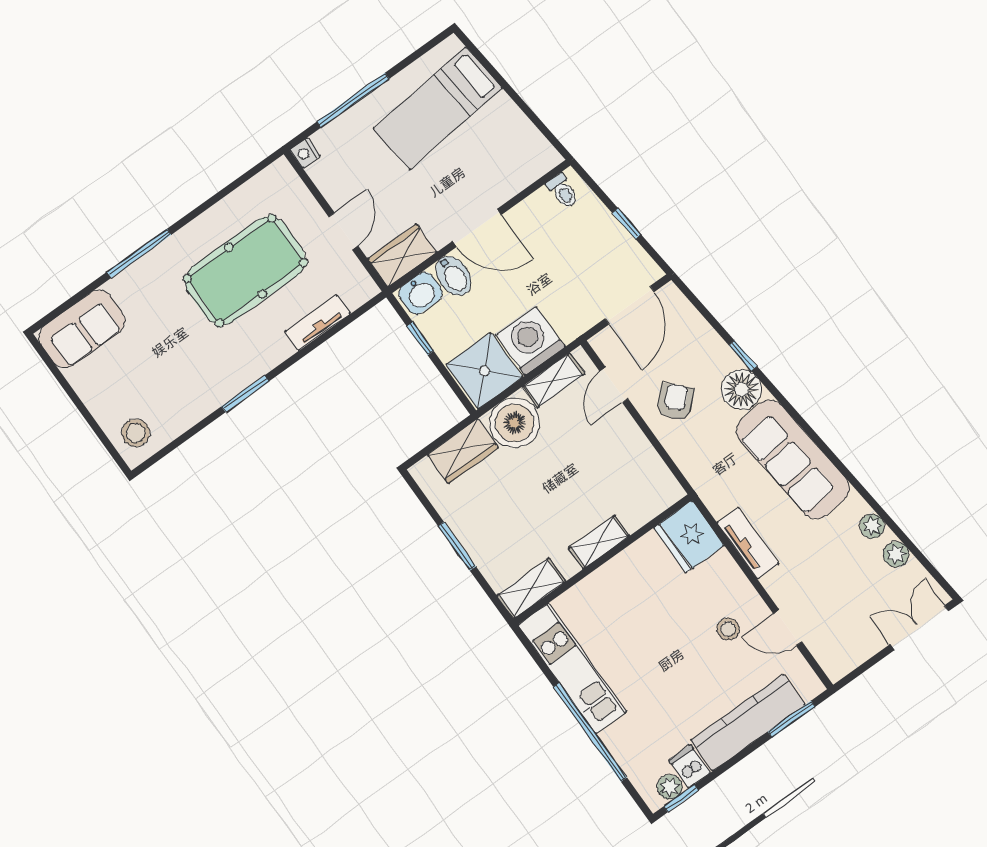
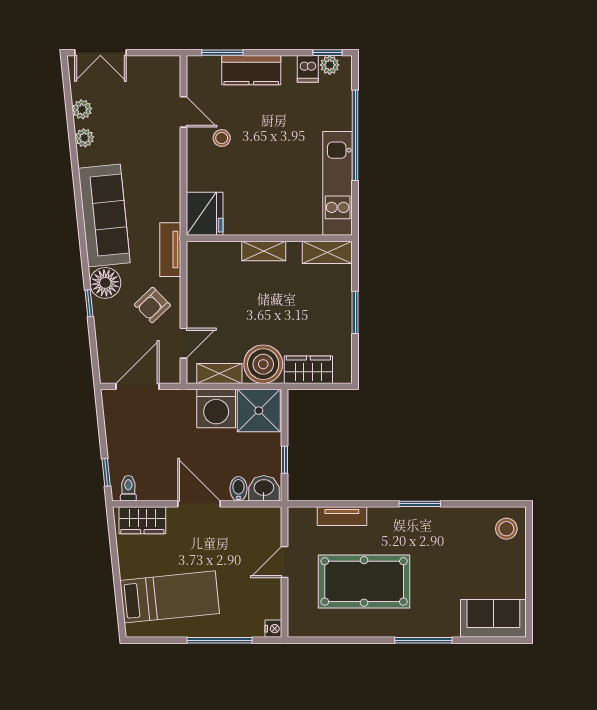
window: (627, 224) -> (106, 472), moved
wardrobe: (402, 255) -> (142, 520), moved
bidet: (453, 276) -> (238, 489), width x0.72, depth x0.74
tv unit: (748, 543) -> (170, 250), moved
kitchen counter: (748, 723) -> (251, 70), width x0.67

